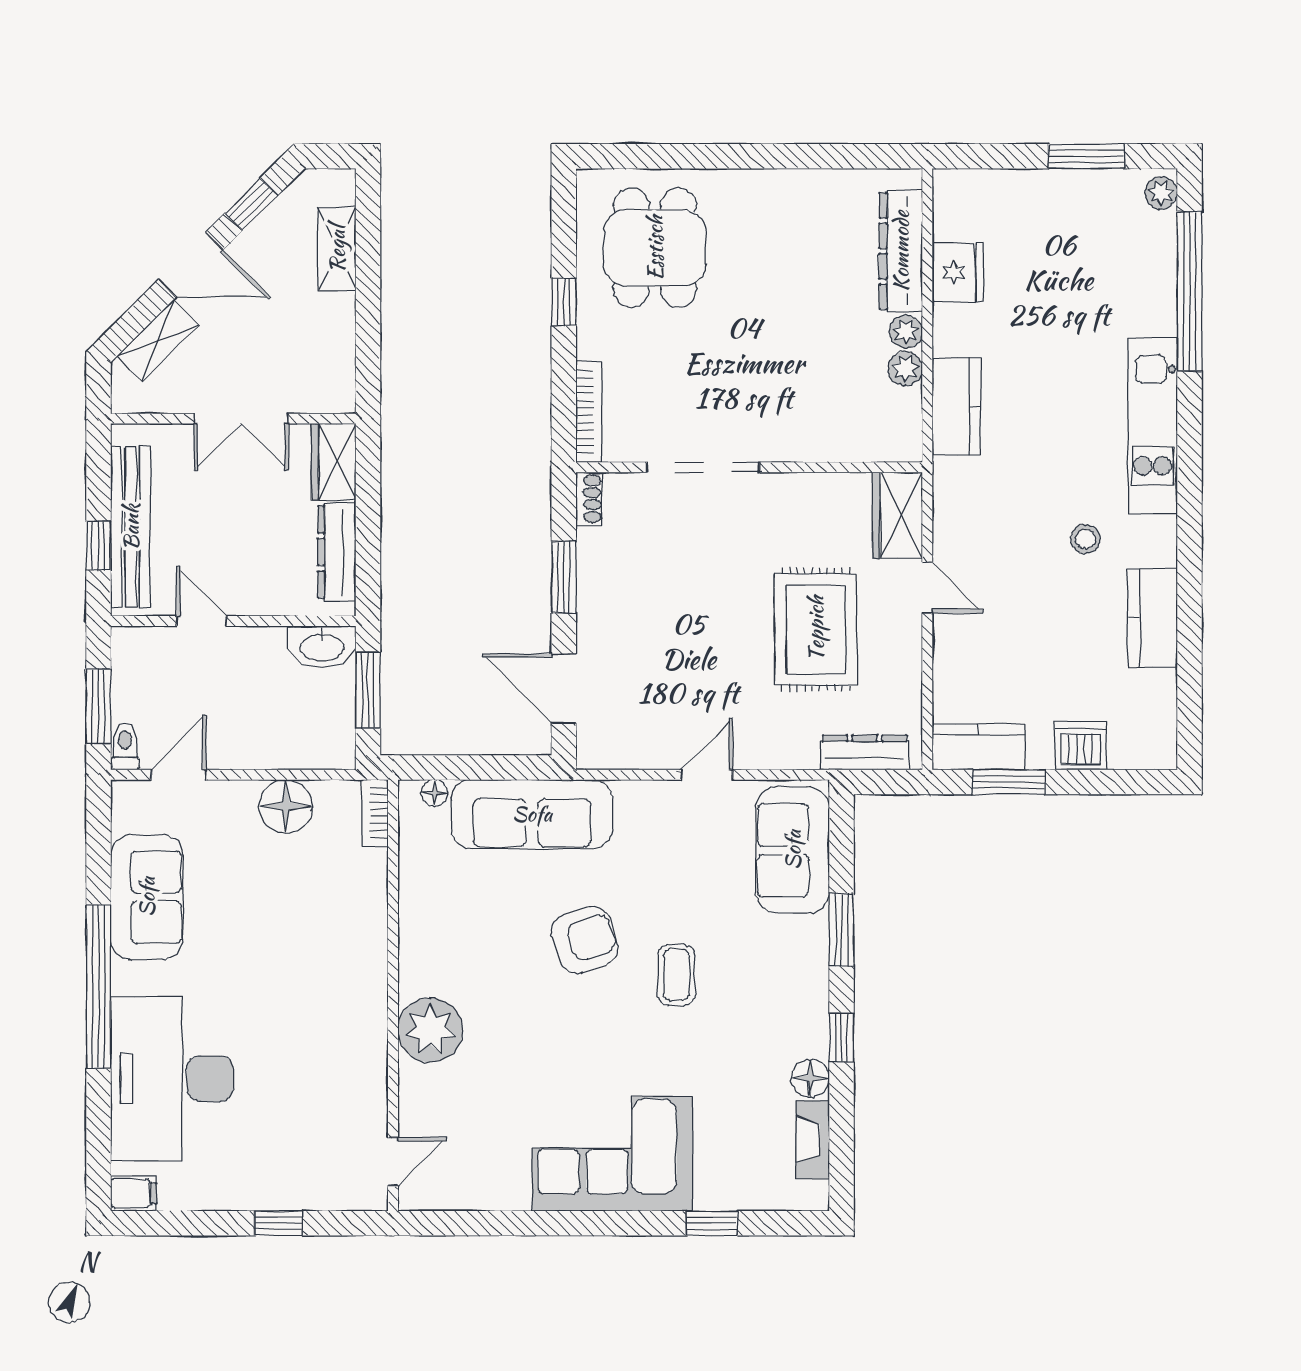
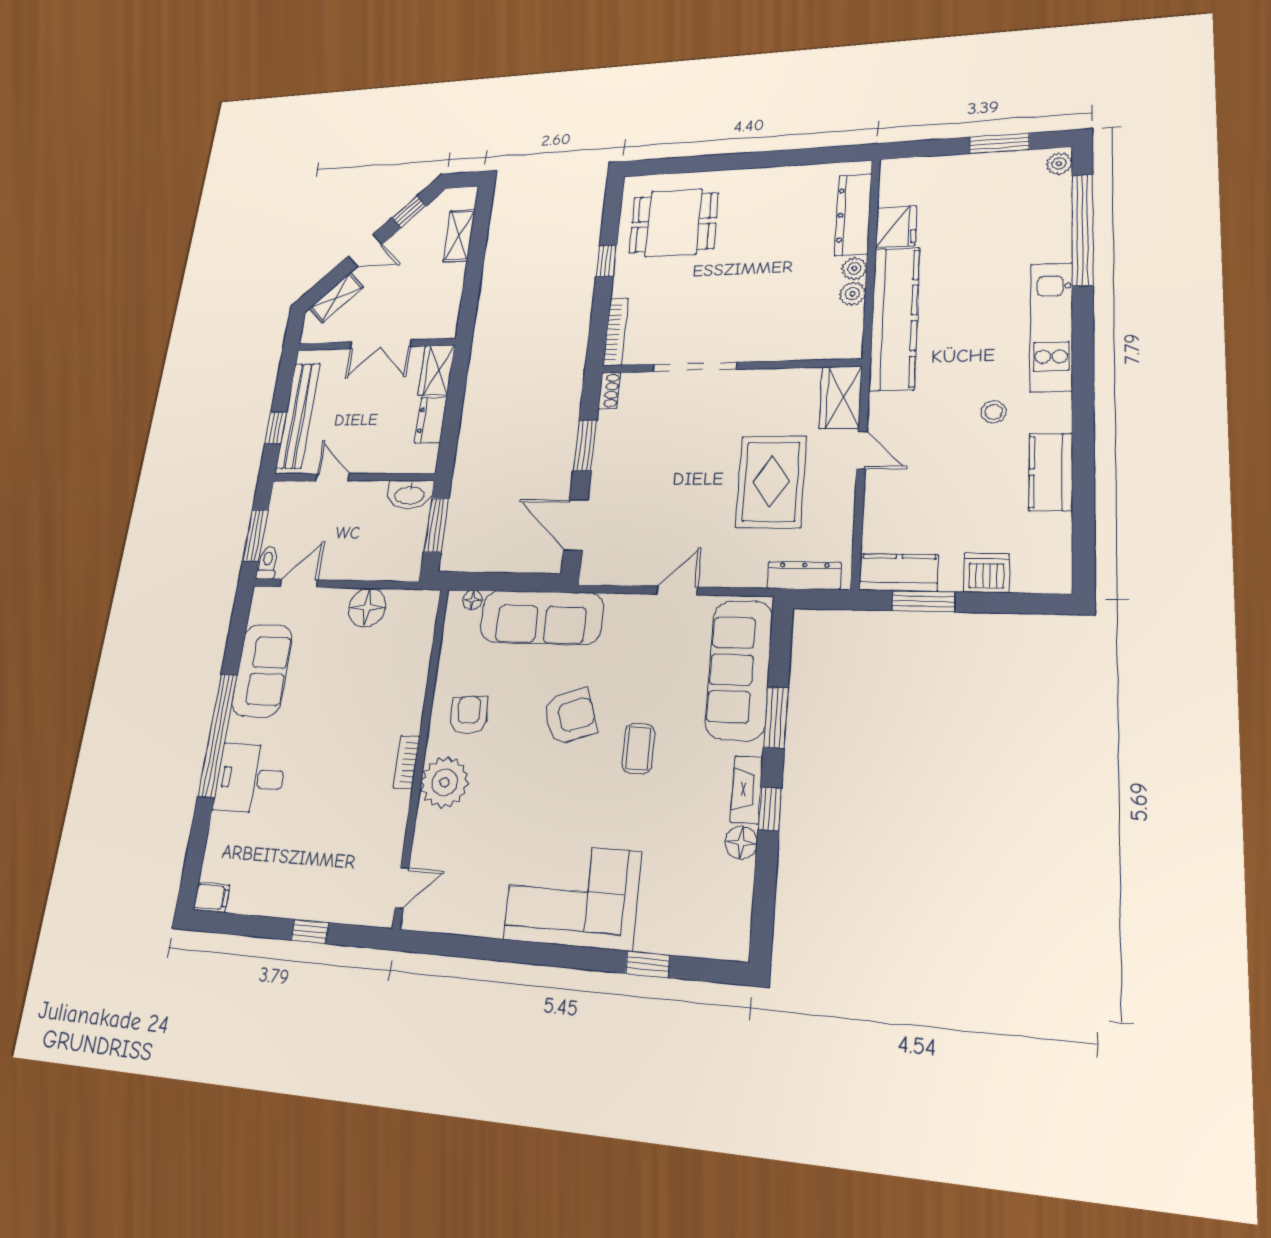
dining table: (655, 248) -> (673, 223), turned 90
door: (191, 265) -> (365, 250), width x0.73
kitchen counter: (956, 406) -> (894, 318), width x2.08, depth x1.17
dresser: (337, 552) -> (431, 420), width x0.70
bookcase: (375, 813) -> (407, 762), moved
sofa: (793, 850) -> (739, 670), width x1.36
armchair: (451, 944) -> (469, 715), added
desk: (172, 1079) -> (250, 778), width x0.53, depth x0.77
fireplace: (813, 1140) -> (747, 790), moved

